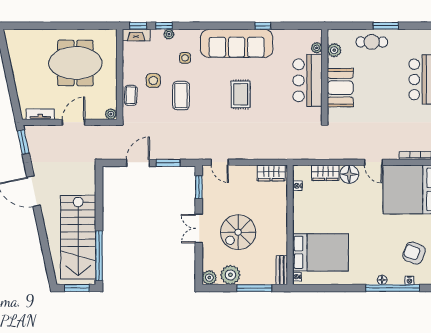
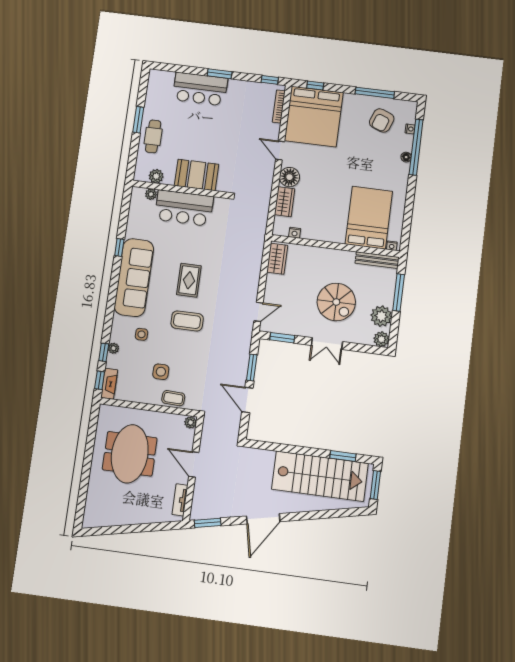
rug: (241, 94) -> (189, 280), turned 90
coffee table: (181, 96) -> (187, 321), moved
door: (373, 162) -> (280, 150), swing flipped
window: (99, 256) -> (343, 456), width x0.47
bench: (282, 270) -> (377, 260), width x1.36

